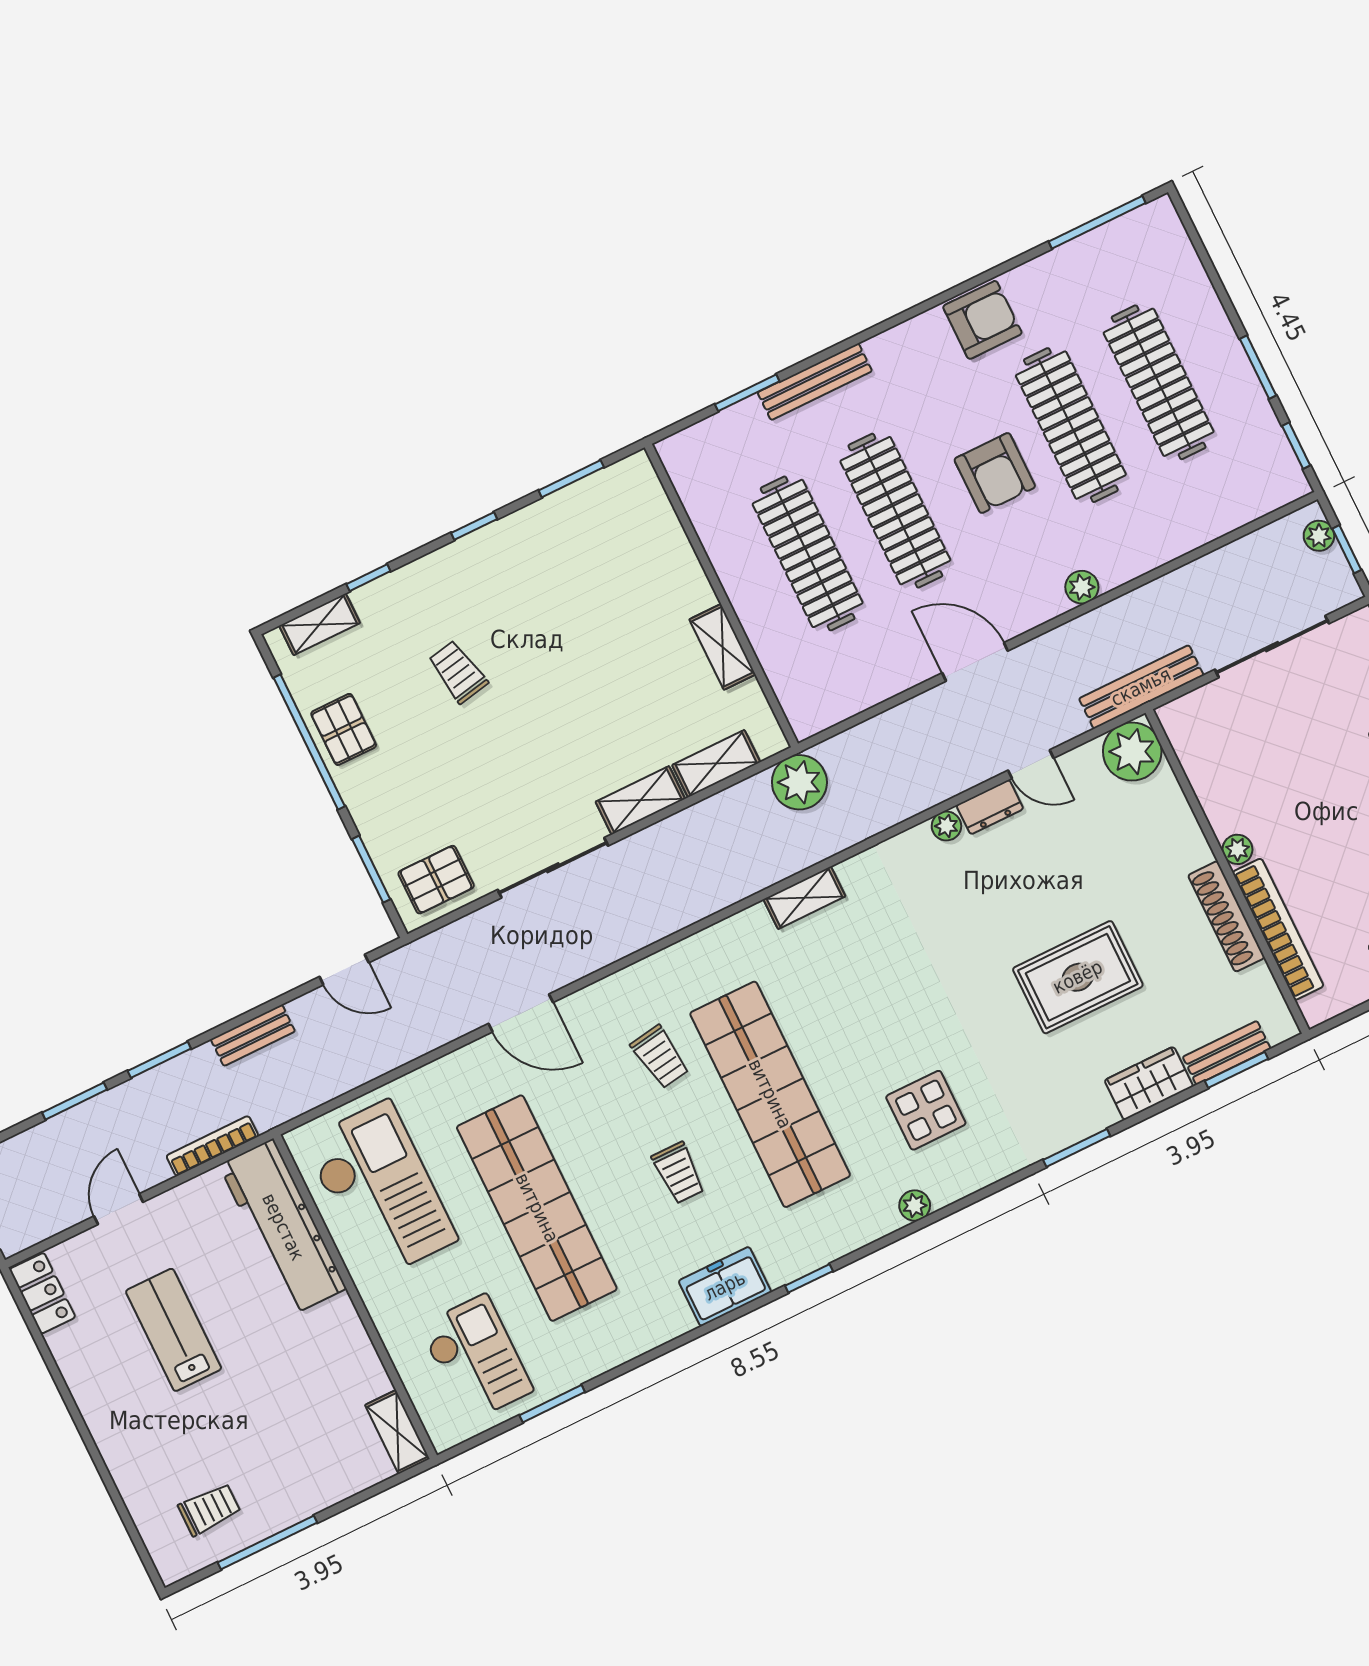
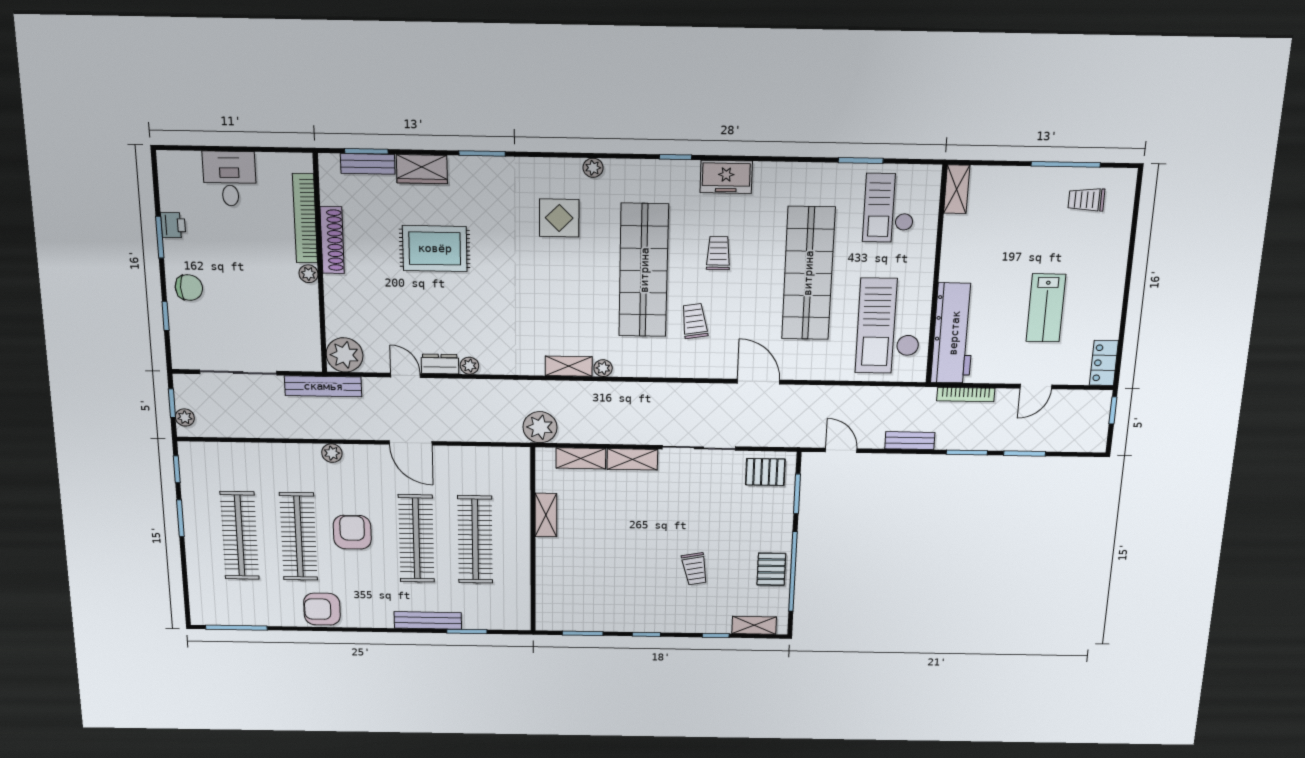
plant: (754, 920) -> (603, 368), added

